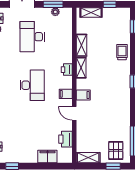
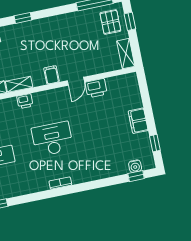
filing cabinet: (66, 94) -> (54, 96), removed
printer: (65, 139) -> (96, 88), moved
pallet: (116, 150) -> (110, 22), turned 90
filing cabinet: (47, 156) -> (138, 121), moved

